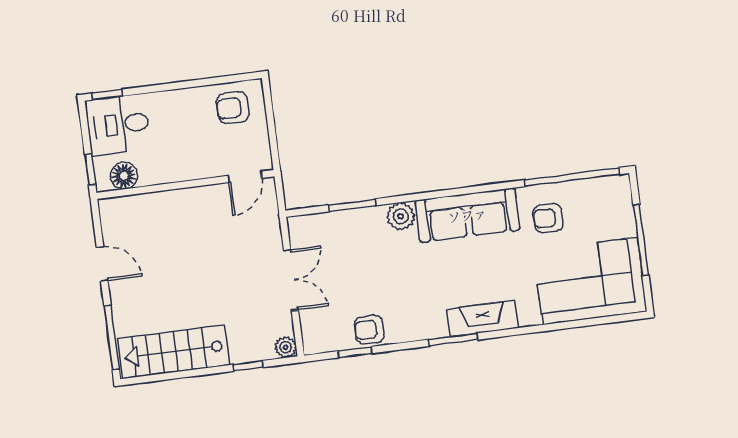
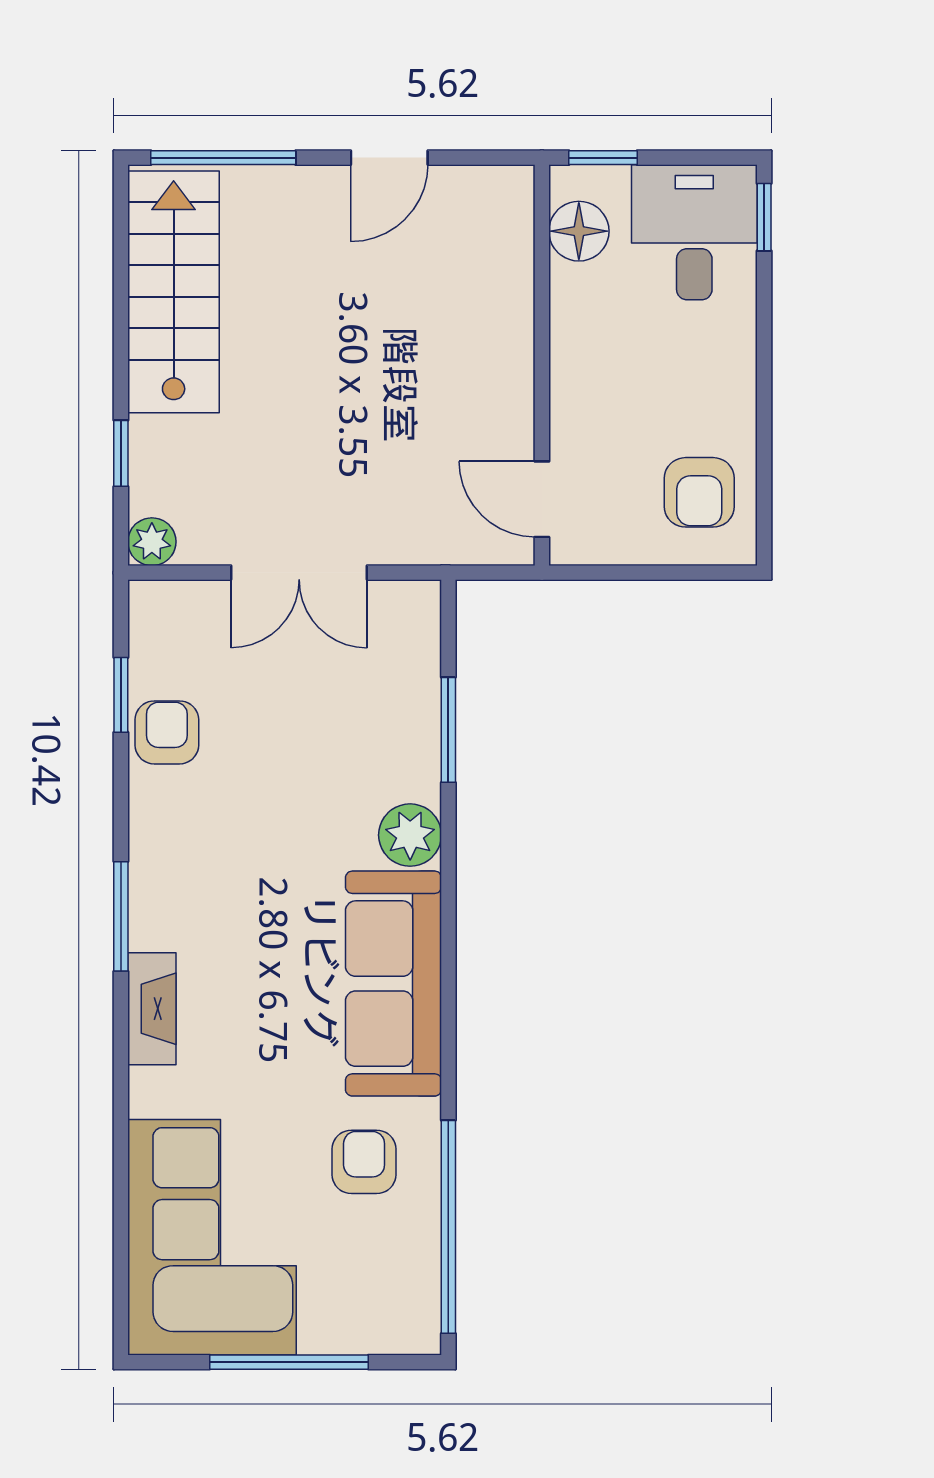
armchair: (233, 108) -> (699, 492), turned 180
fireplace: (483, 318) -> (152, 1009), width x0.73, depth x0.76

